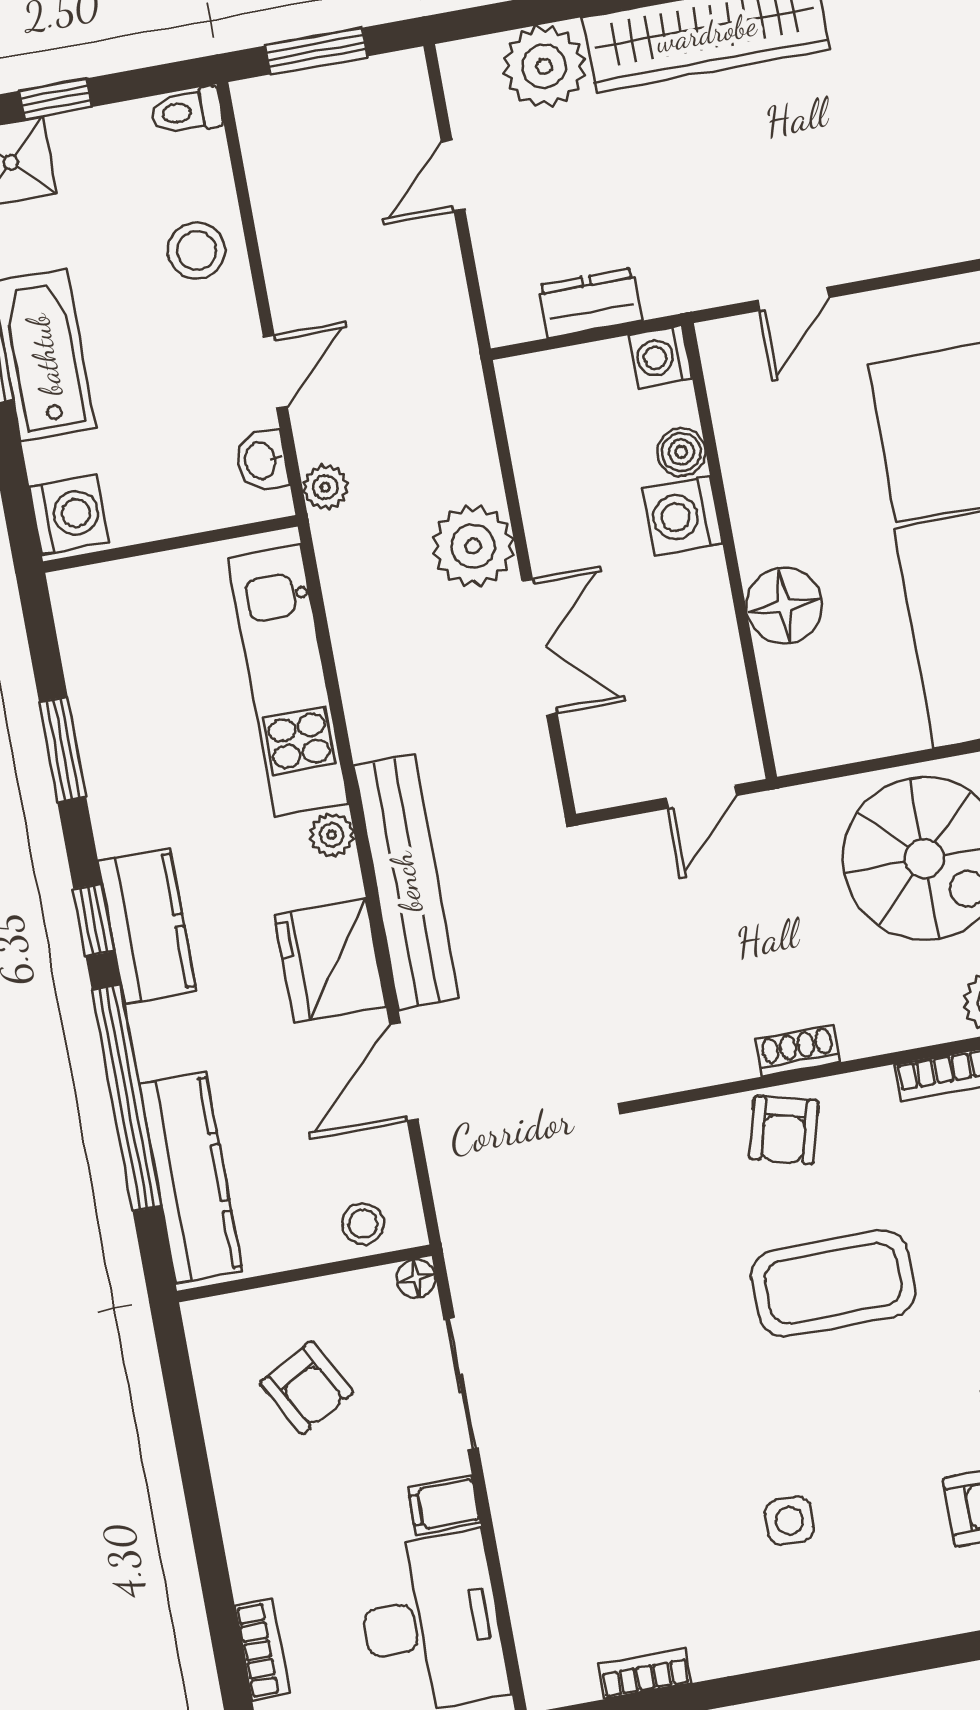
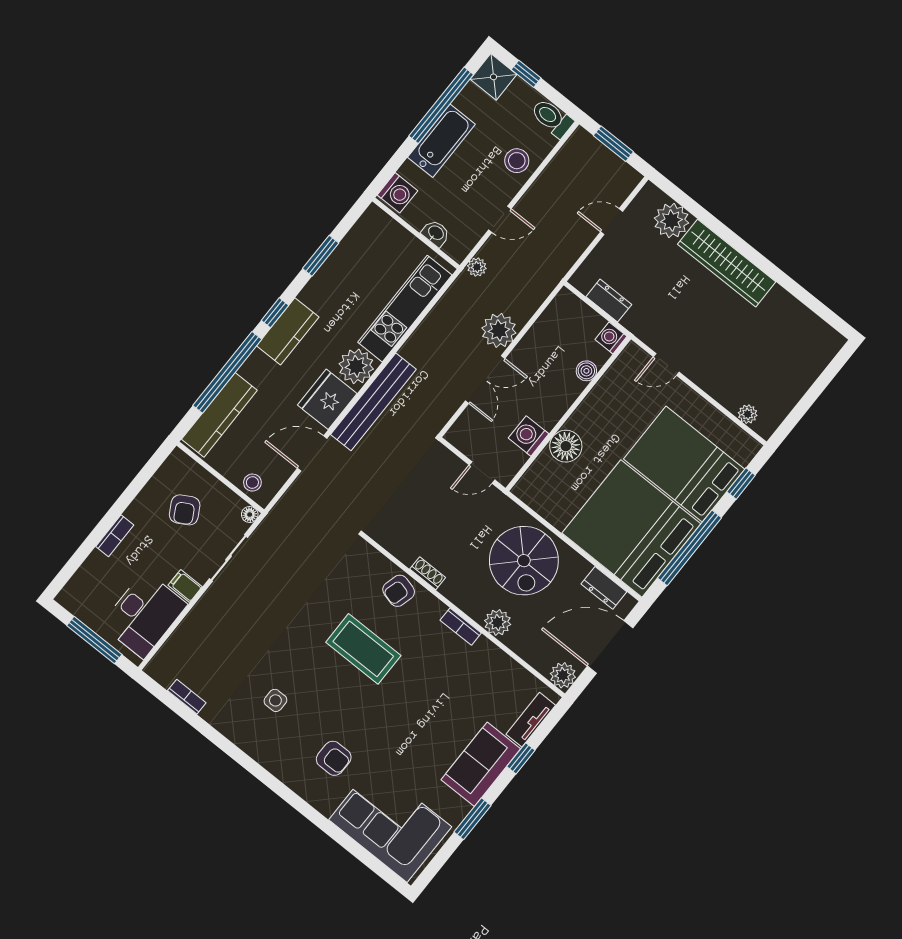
toilet: (187, 111) -> (552, 118), width x1.37, depth x1.39
washbasin: (262, 460) -> (436, 233), moved, turned 90
washing machine: (682, 516) -> (529, 436), moved
plant: (332, 835) -> (356, 366), width x1.88, depth x1.88
bookcase: (262, 1650) -> (115, 536), moved

